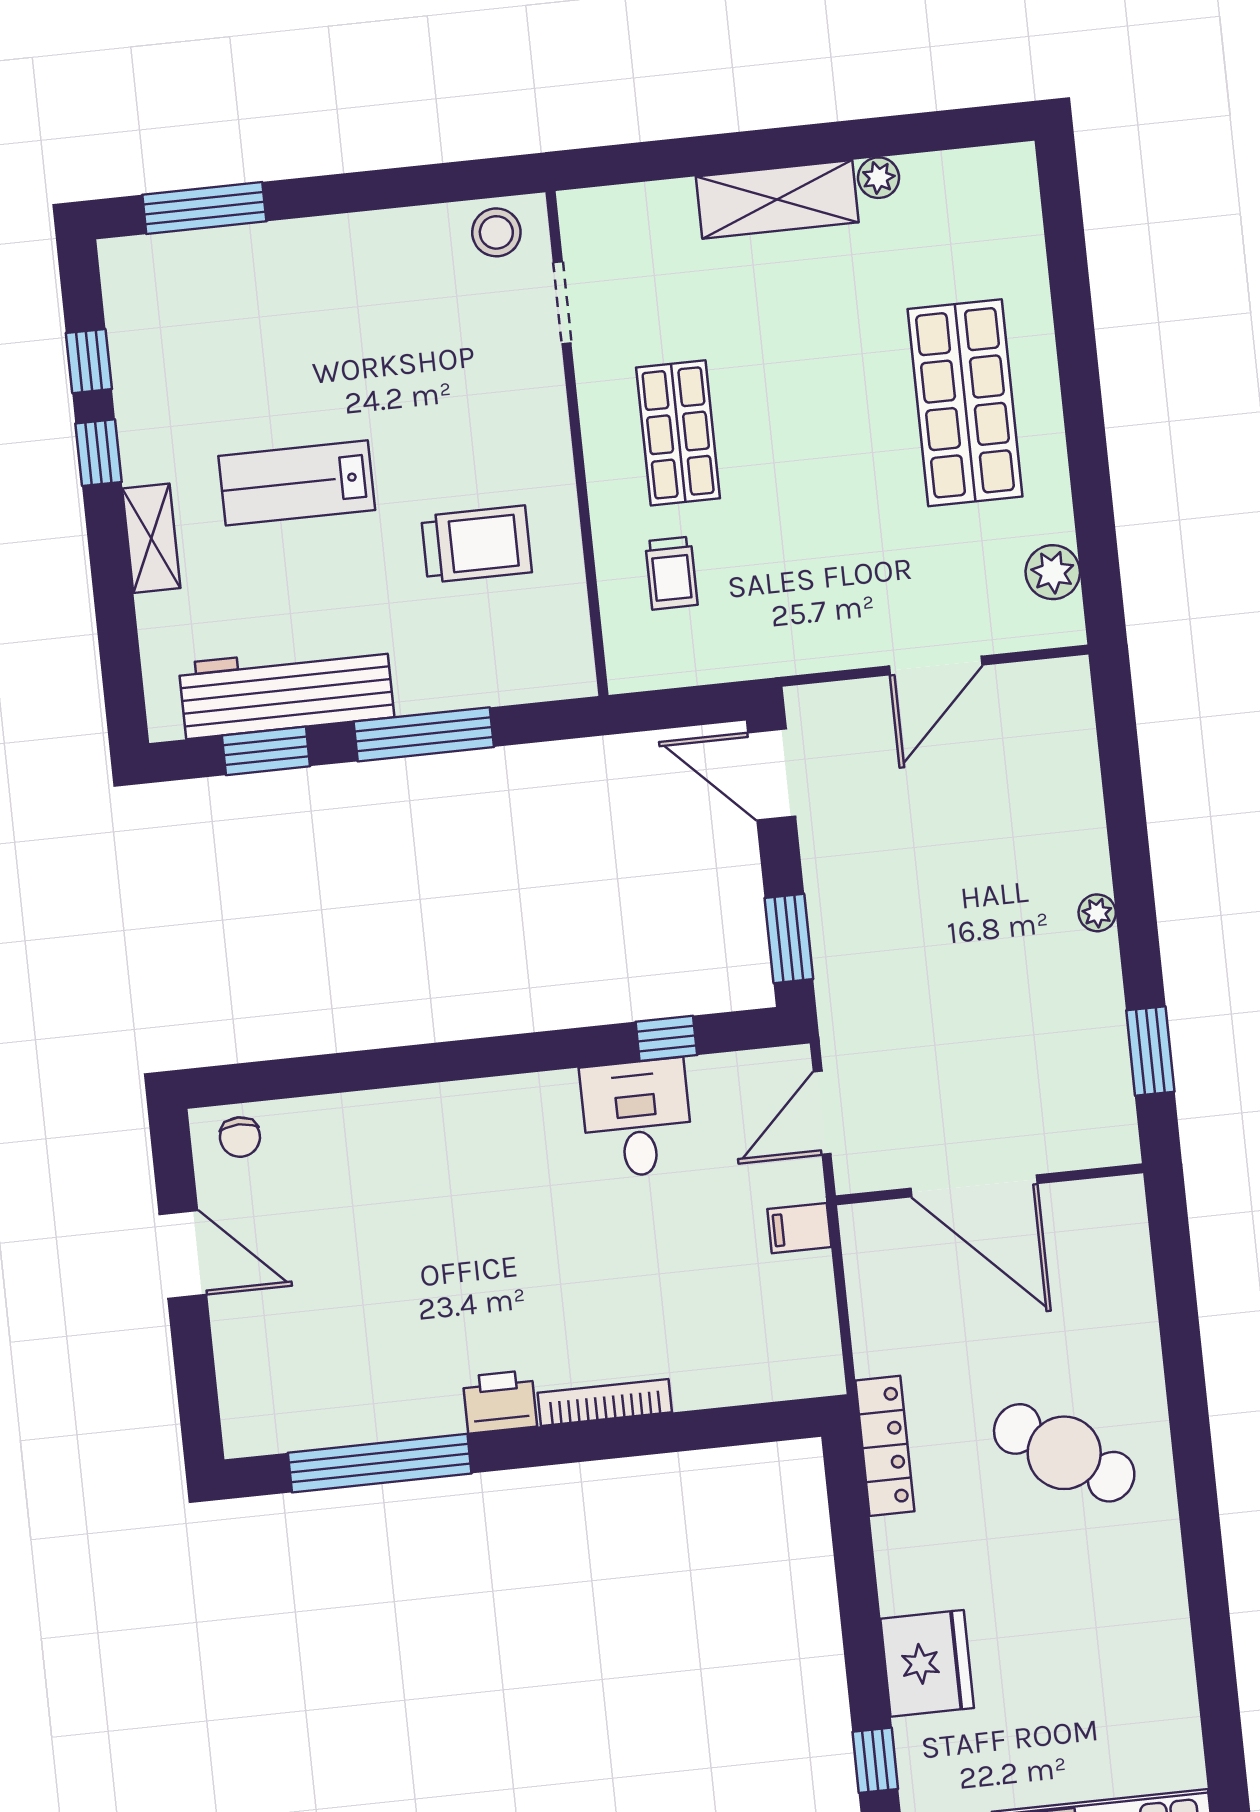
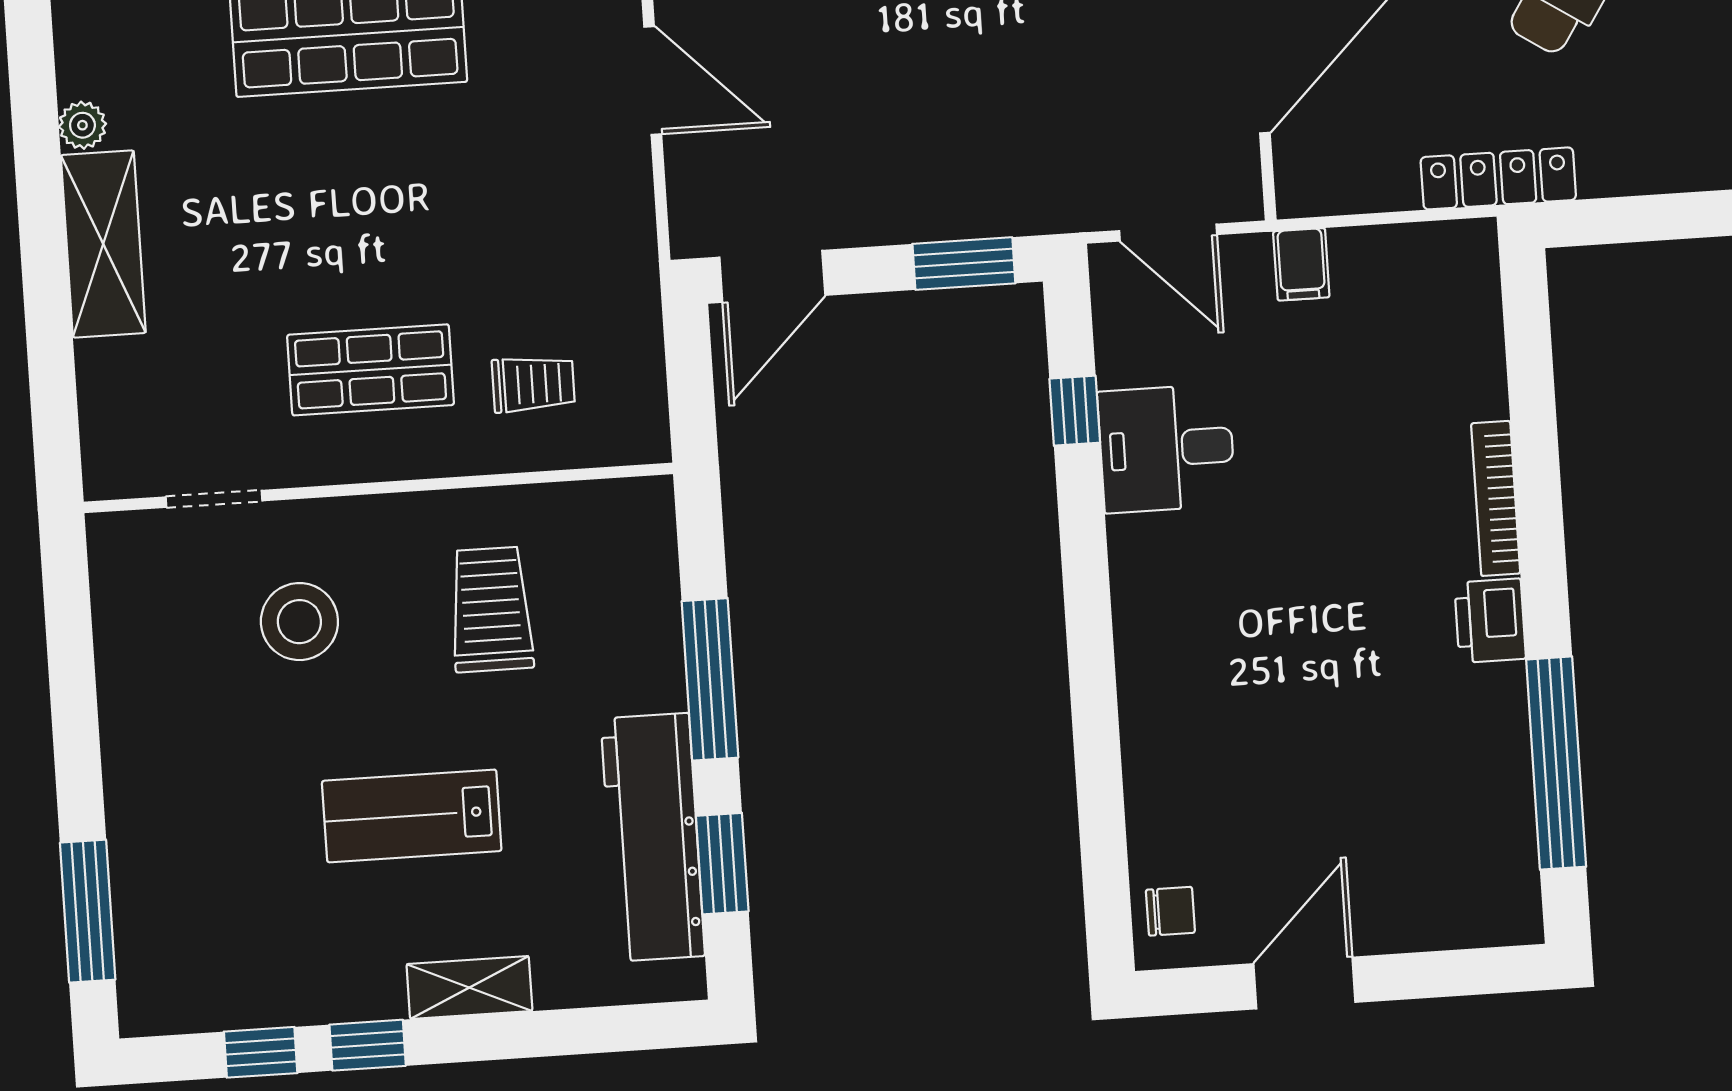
stool: (496, 232) -> (299, 622), moved, width x1.38, depth x1.38
lab bench: (297, 483) -> (412, 816), turned 90
locker: (885, 1446) -> (1498, 178), moved

